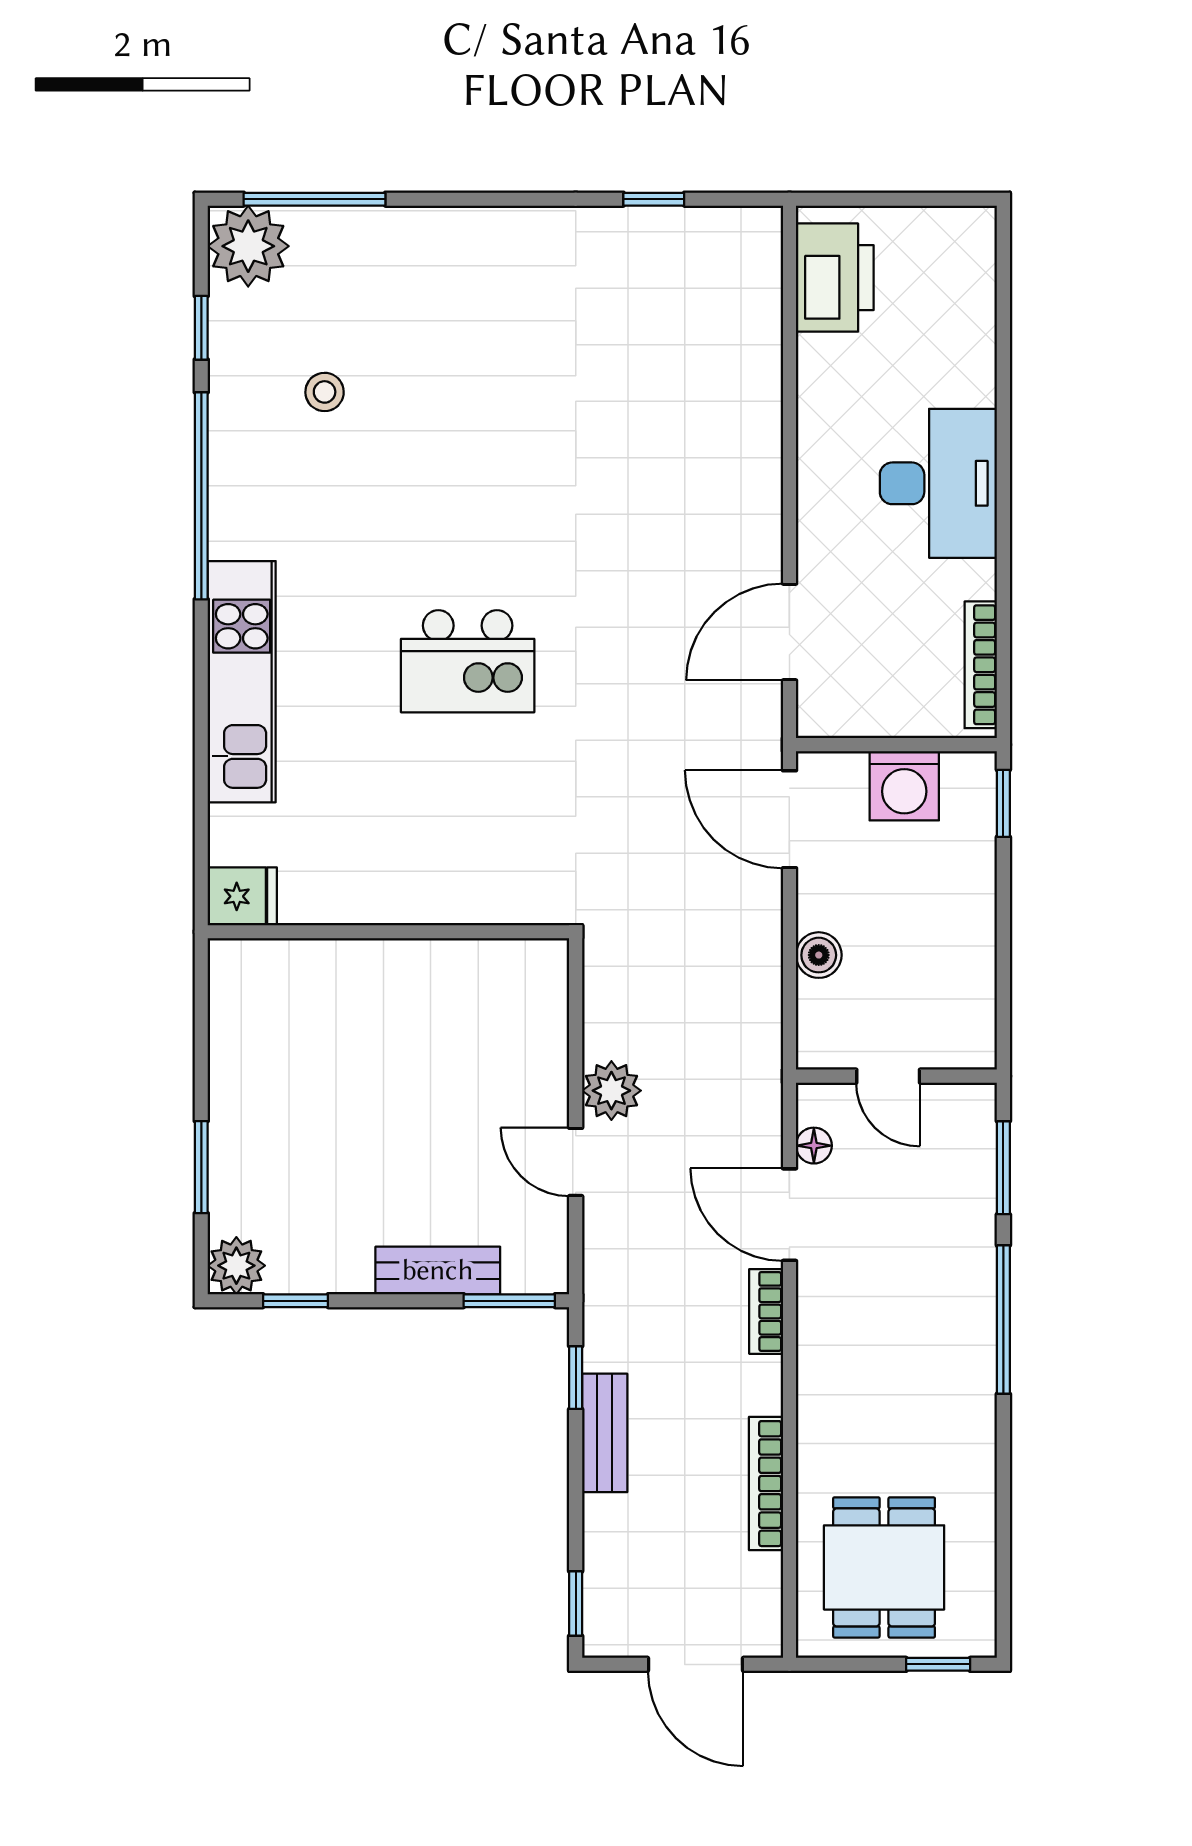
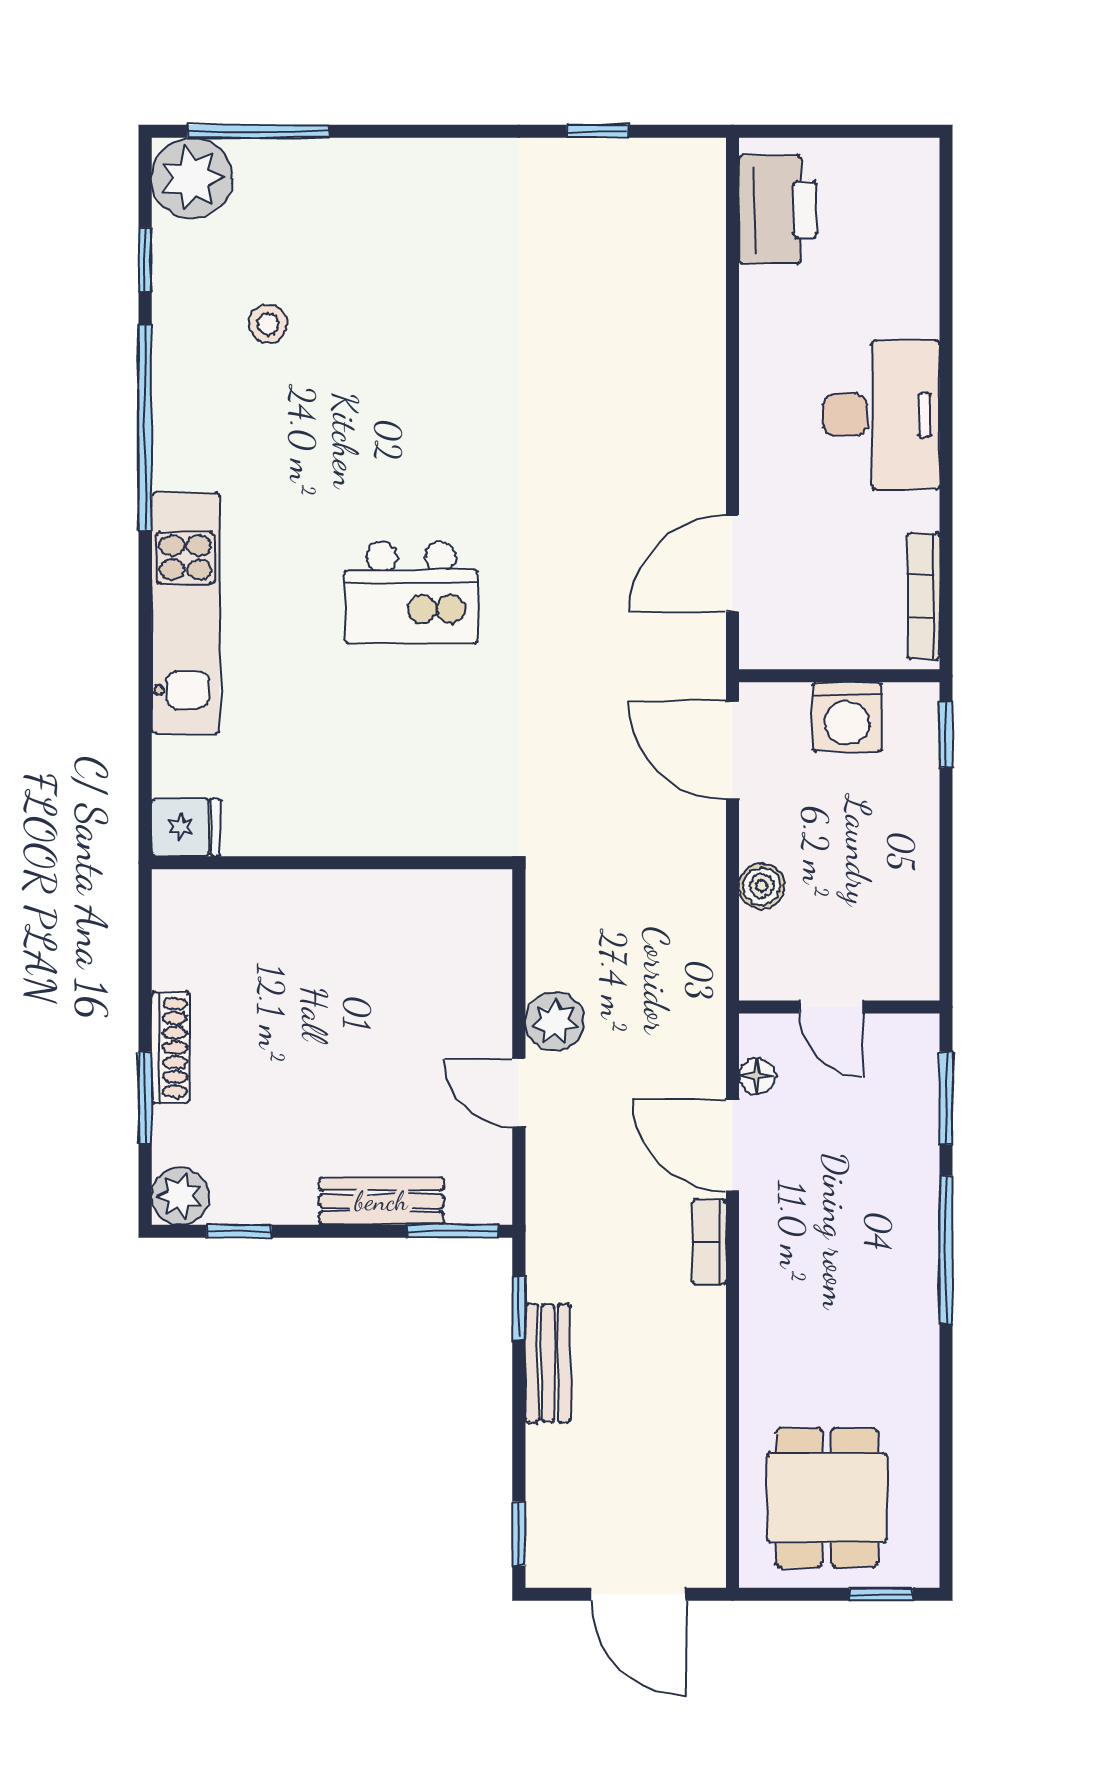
shoe rack: (227, 1117) -> (170, 1047), added
bookcase: (766, 1484) -> (709, 1414), removed

